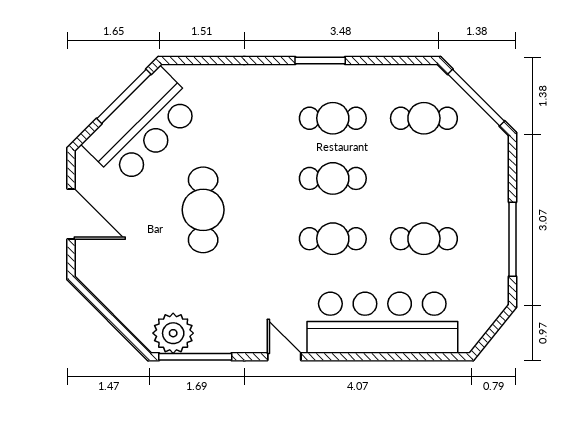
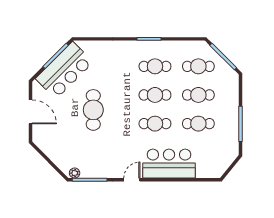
cafe table: (424, 178) -> (198, 95), added
bar counter: (382, 323) -> (169, 164), width x0.73
plant: (173, 333) -> (75, 173), width x0.53, depth x0.53
door: (284, 357) -> (132, 180), hinge flipped

